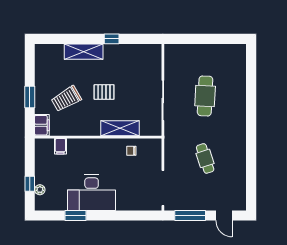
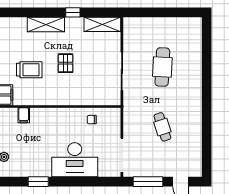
pallet: (104, 92) -> (66, 63), turned 90
trolley: (66, 99) -> (29, 70), turned -150
shelving: (120, 128) -> (102, 24), moved
desk: (92, 193) -> (75, 160), moved

